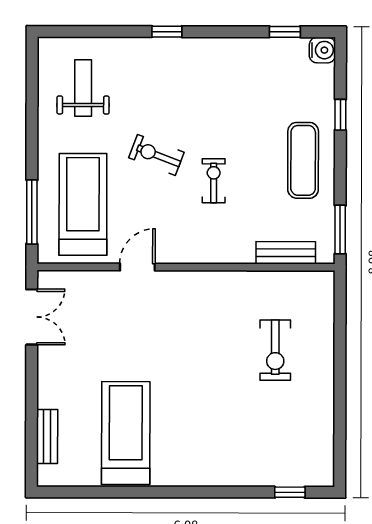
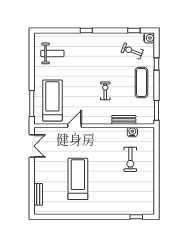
weight bench: (83, 88) -> (52, 53), turned 90
exercise bike: (156, 155) -> (132, 51), moved
bench: (286, 253) -> (124, 120), moved
water cooler: (280, 283) -> (132, 132), added
treadmill: (126, 433) -> (78, 179), moved

